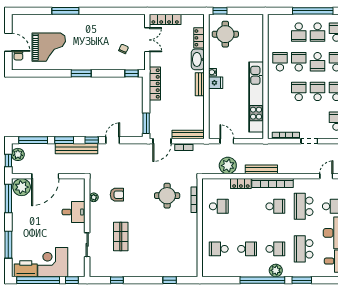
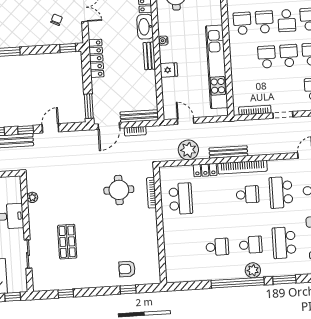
fridge: (216, 83) -> (169, 70), moved
armchair: (117, 195) -> (127, 269), moved, turned 180
school desk: (219, 206) -> (181, 199), width x1.85
school desk: (219, 249) -> (184, 249), removed

